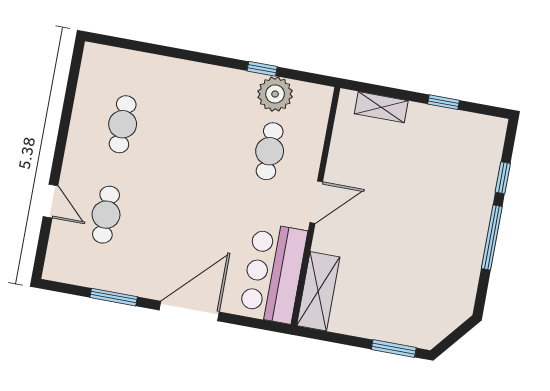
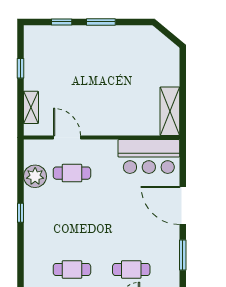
window: (262, 69) -> (21, 213), moved
door: (316, 202) -> (67, 138), moved
window: (492, 237) -> (101, 22), width x0.69
shelving: (318, 291) -> (170, 111), moved, turned 90
window: (394, 348) -> (183, 71), removed

